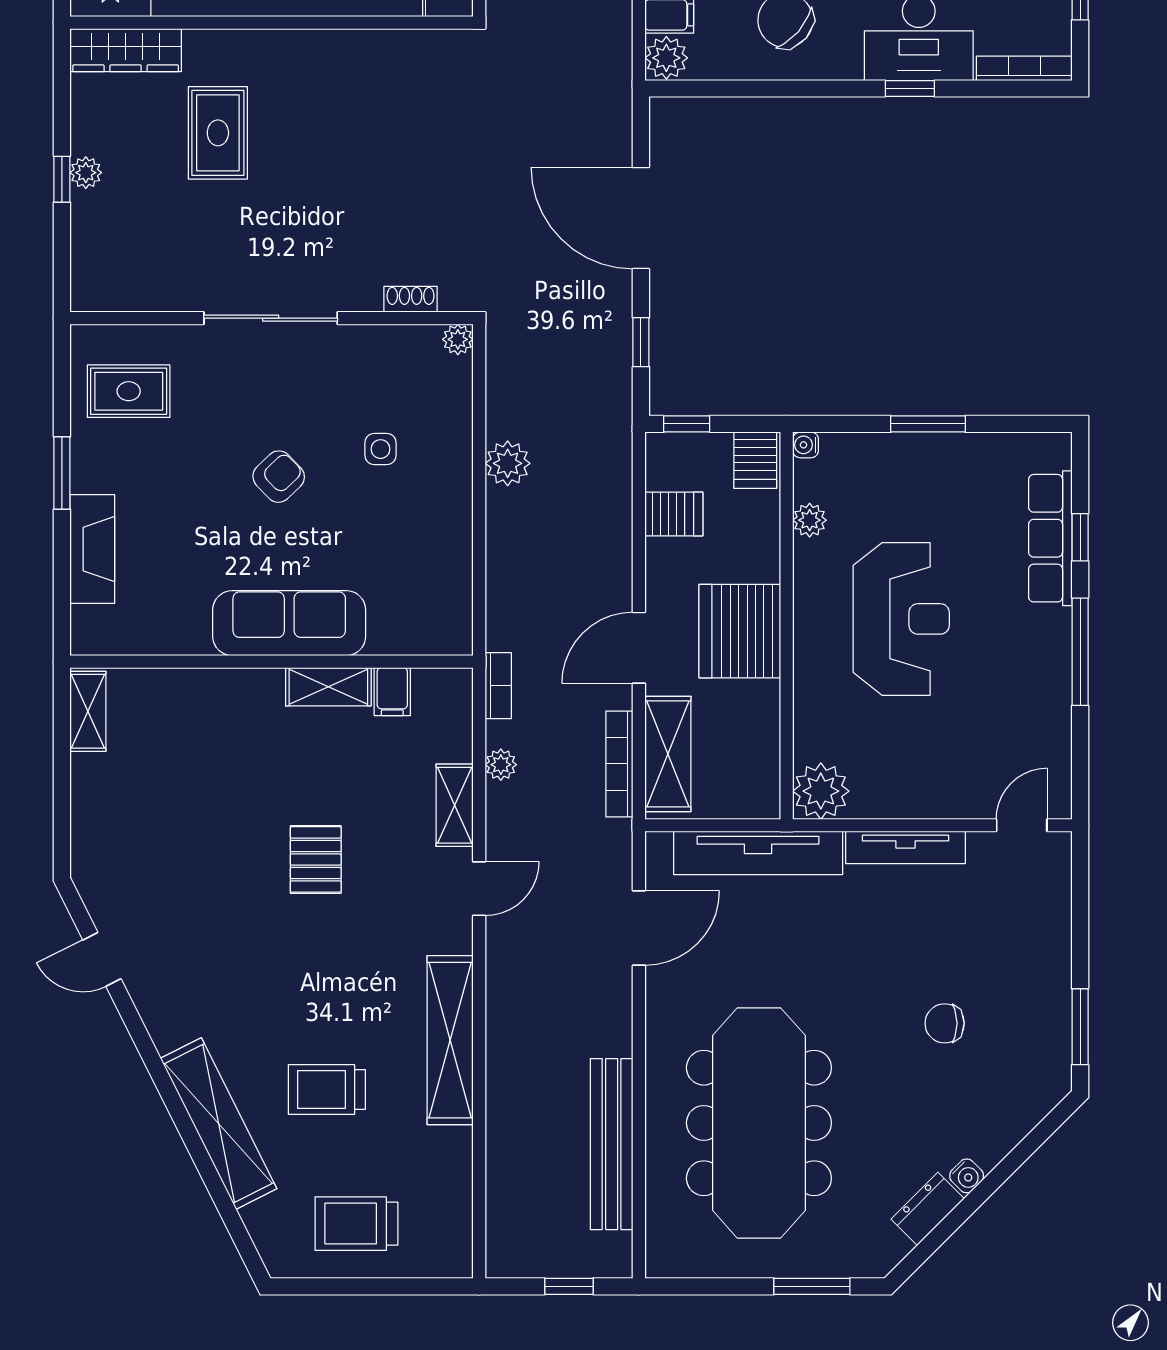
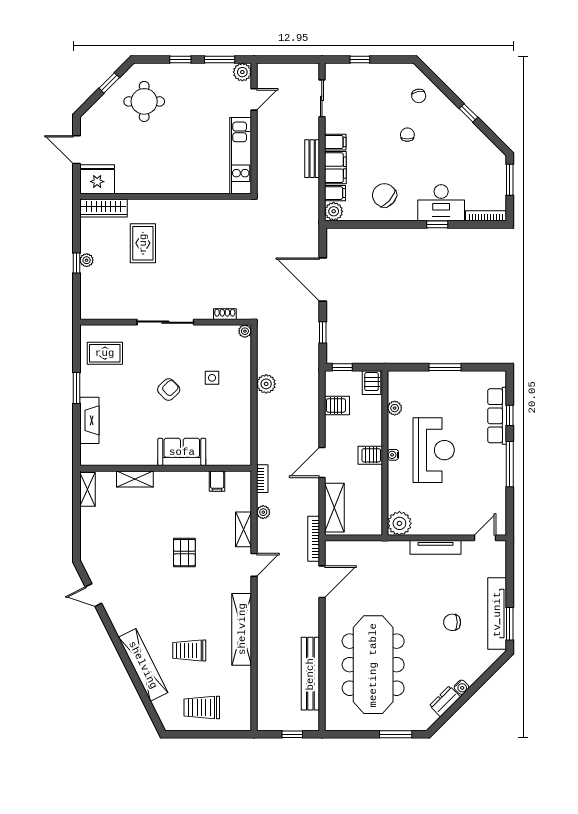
water cooler: (806, 445) -> (393, 455), moved
sofa: (289, 623) -> (182, 452), width x0.73
server rack: (740, 631) -> (370, 455), width x0.46, depth x0.70
shelving: (328, 687) -> (135, 479), moved
bookcase: (619, 764) -> (314, 539), moved
tv unit: (758, 853) -> (497, 614), moved, turned 90

